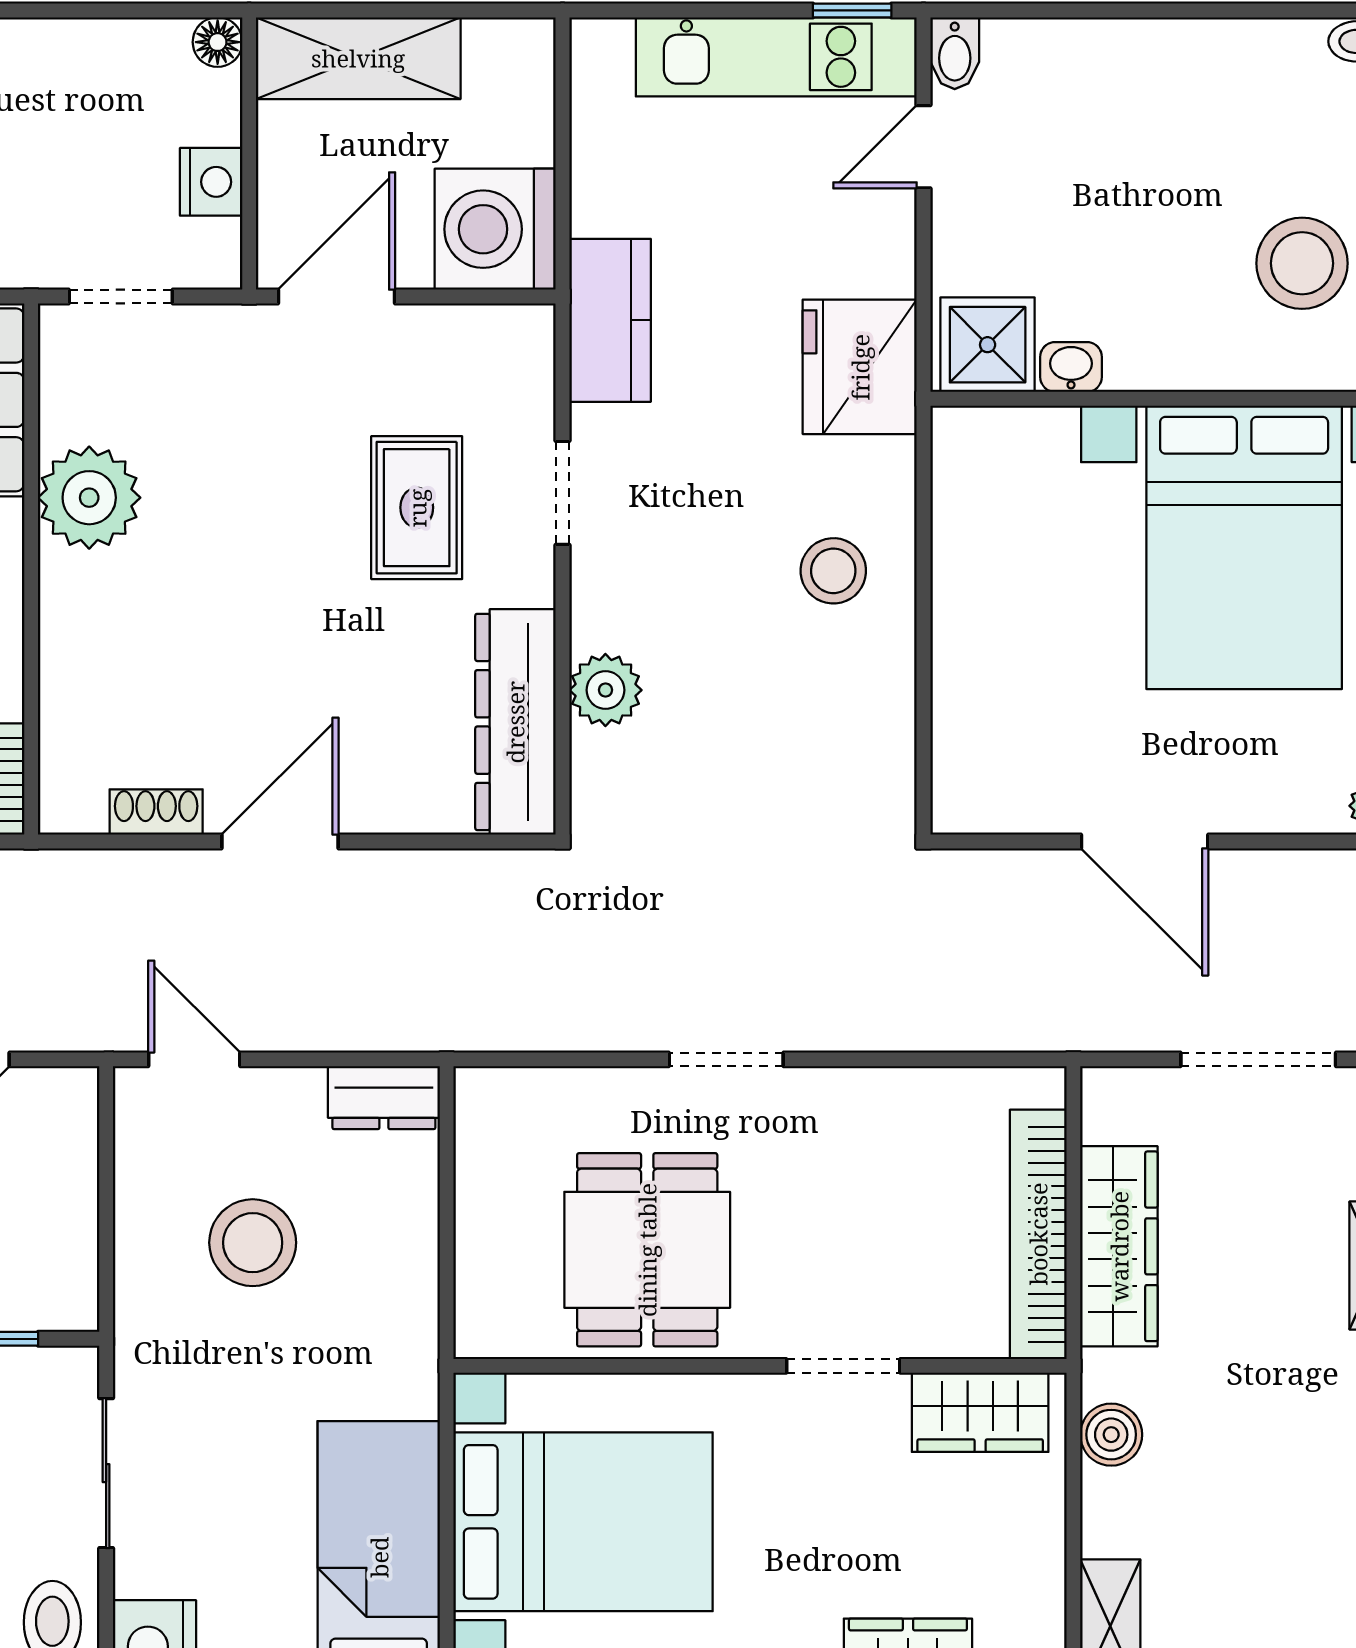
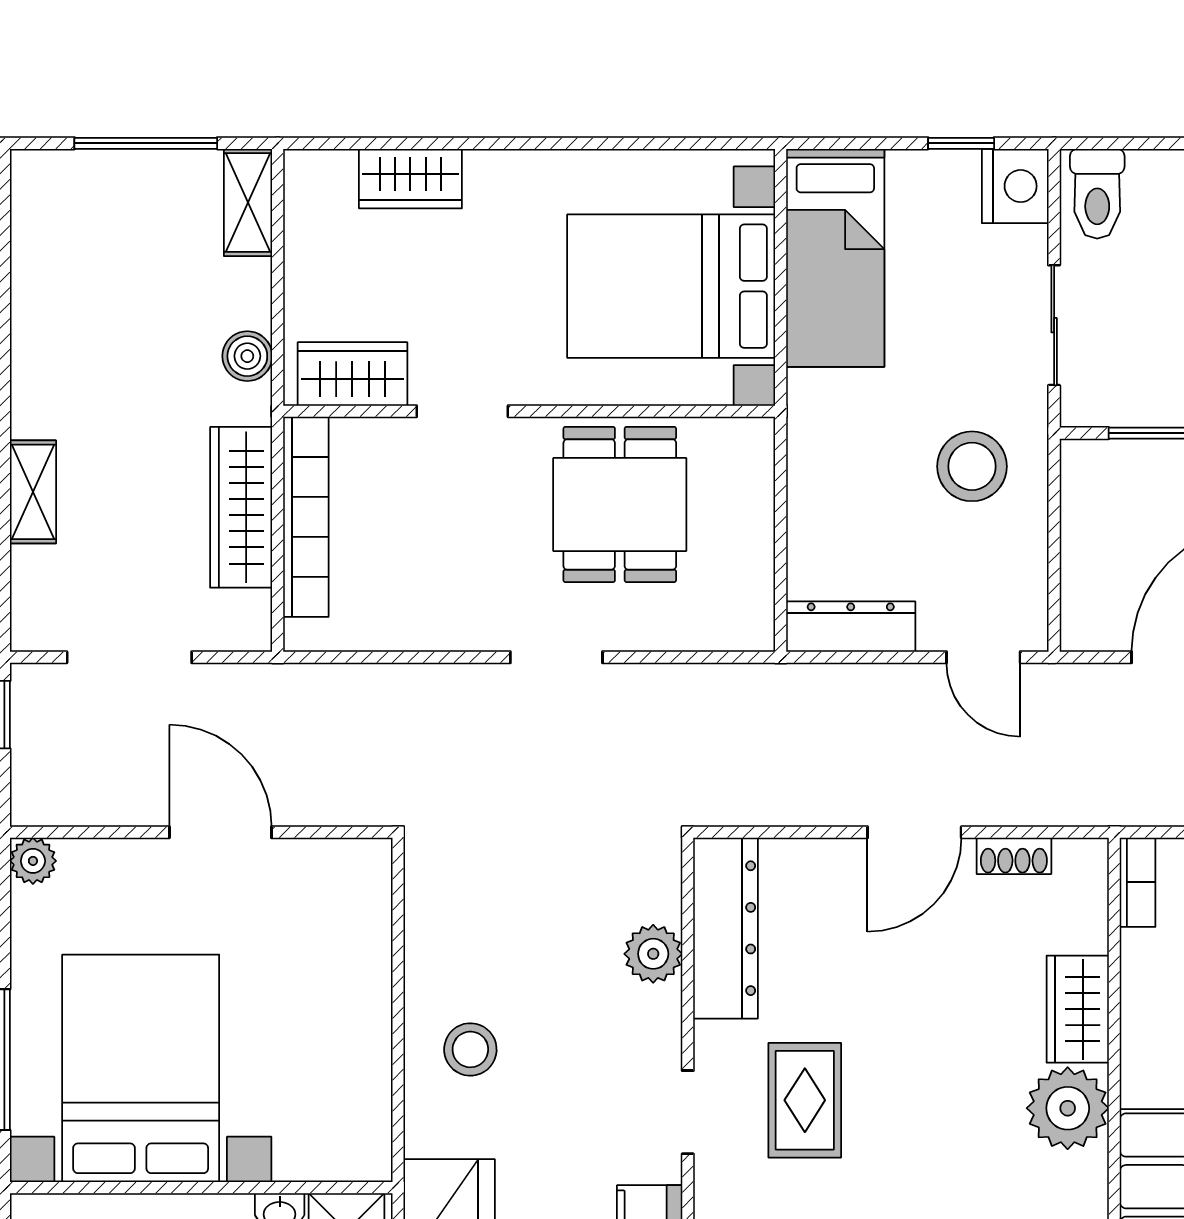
wardrobe: (77, 621) -> (1078, 1009), added
dresser: (384, 1098) -> (851, 627), width x1.44
stool: (253, 1243) -> (972, 466), moved

